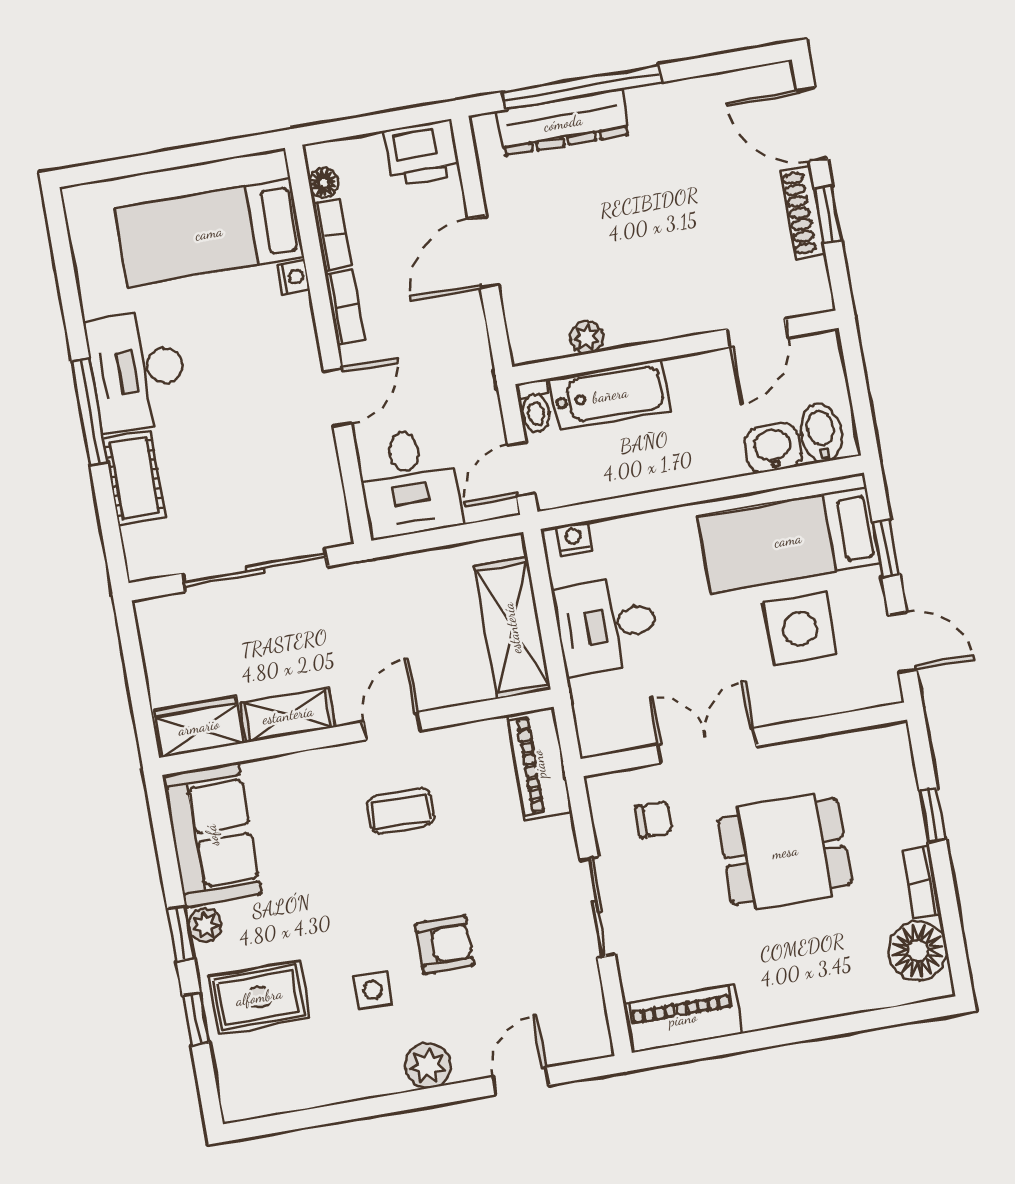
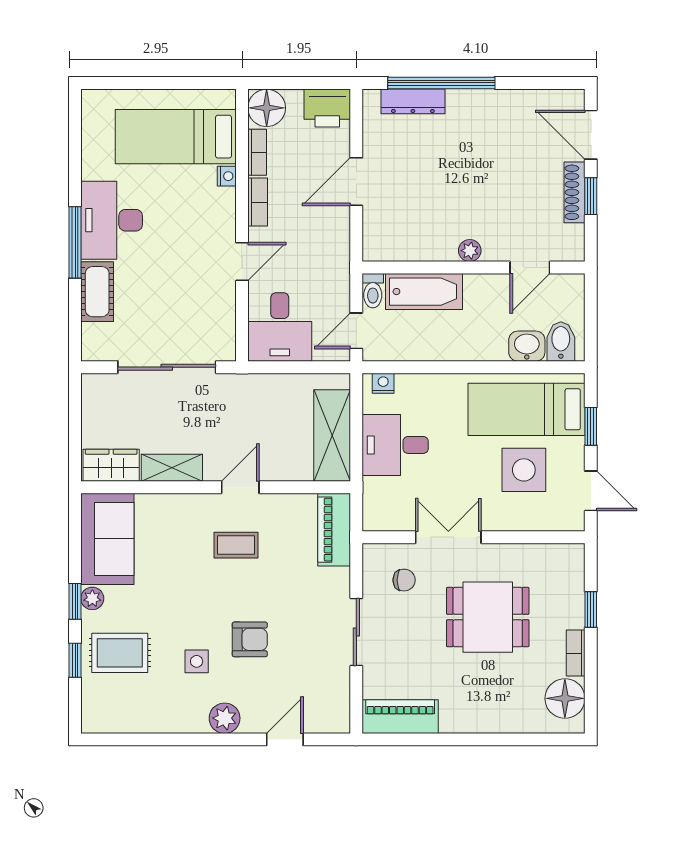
dresser: (563, 123) -> (413, 101), width x0.73, depth x0.80
floor lamp: (324, 183) -> (267, 108), width x1.89, depth x1.89
plant: (587, 337) -> (470, 251), moved

